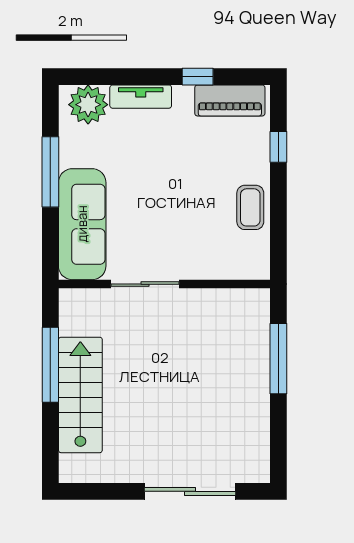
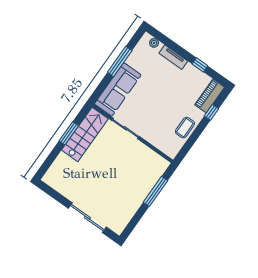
piano: (230, 100) -> (210, 96), moved, turned 90
plant: (88, 105) -> (154, 43), width x0.53, depth x0.53
window: (50, 365) -> (69, 133), width x0.69
stairs: (80, 395) -> (85, 134), moved

